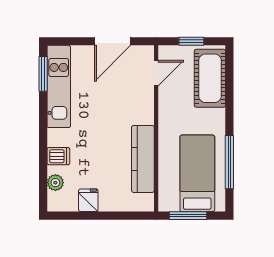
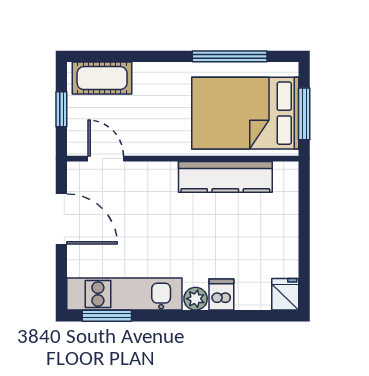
cot: (210, 78) -> (102, 78), width x0.73, depth x0.75
bed: (197, 173) -> (245, 113), width x1.50
plant: (55, 183) -> (196, 299), moved
fridge: (88, 200) -> (285, 294), moved, turned 90

